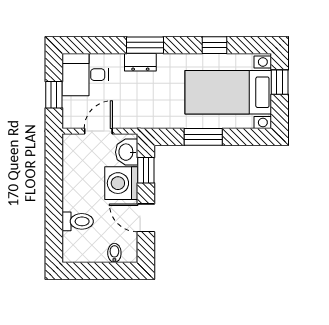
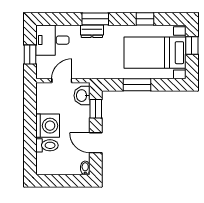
washing machine: (121, 183) -> (48, 126), moved, turned 180
bidet: (114, 253) -> (85, 168), moved

